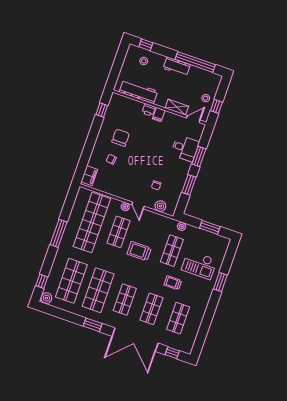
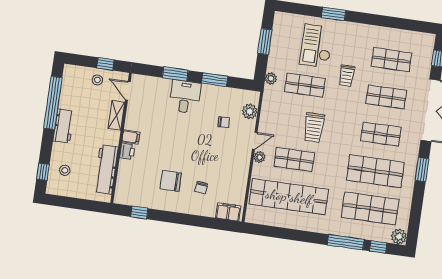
desk: (185, 148) -> (185, 97), moved
window: (59, 233) -> (346, 242), moved
checkout: (199, 265) -> (316, 46), turned 180

